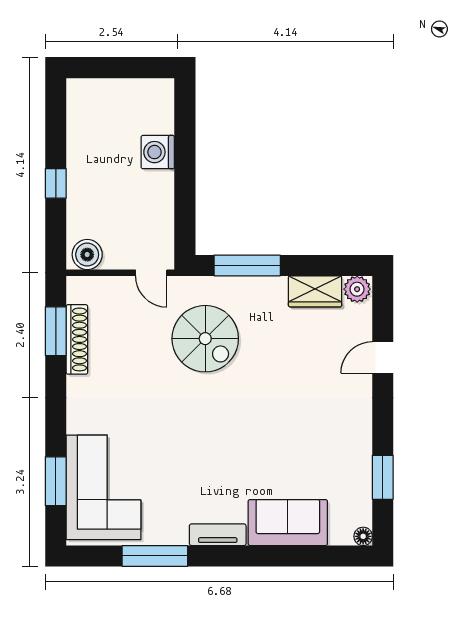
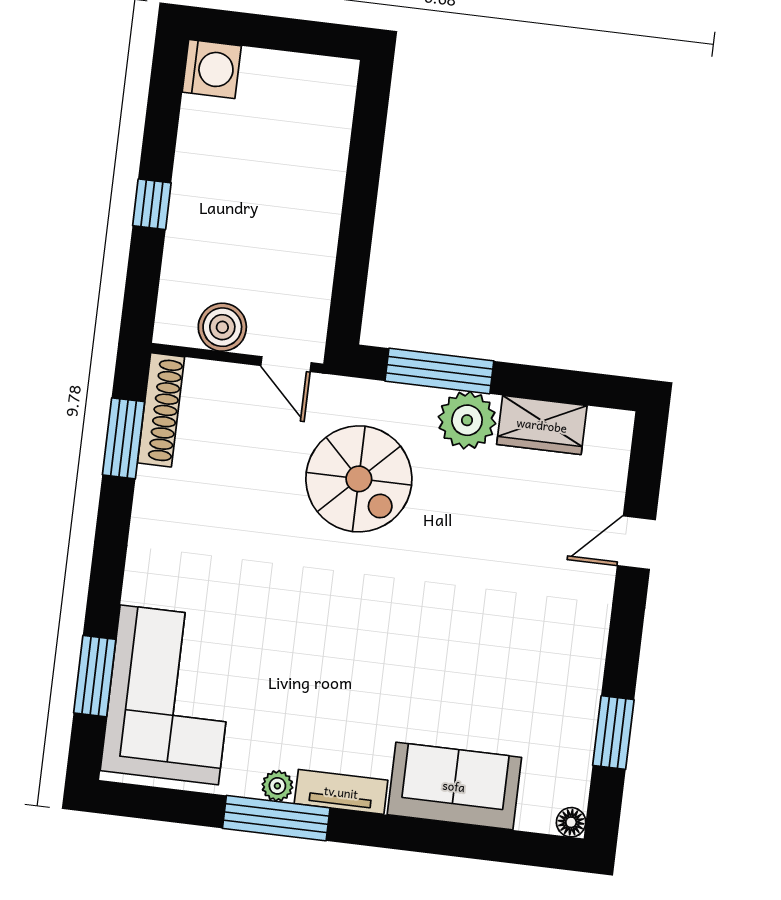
washing machine: (158, 152) -> (212, 69), moved, turned 180
boiler: (87, 255) -> (222, 327), moved
plant: (357, 289) -> (467, 420), moved, width x1.36, depth x1.36
shoe rack: (77, 339) -> (161, 410), moved
plant: (178, 536) -> (277, 786), added
window: (155, 556) -> (276, 818), moved

